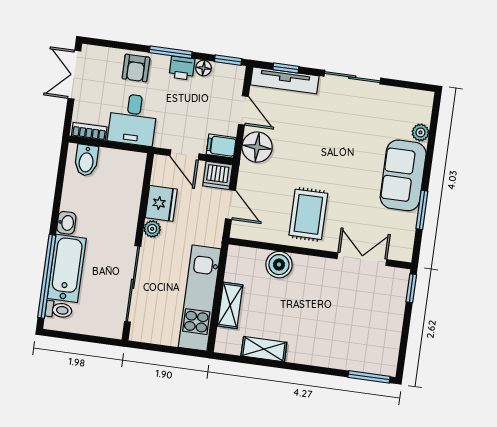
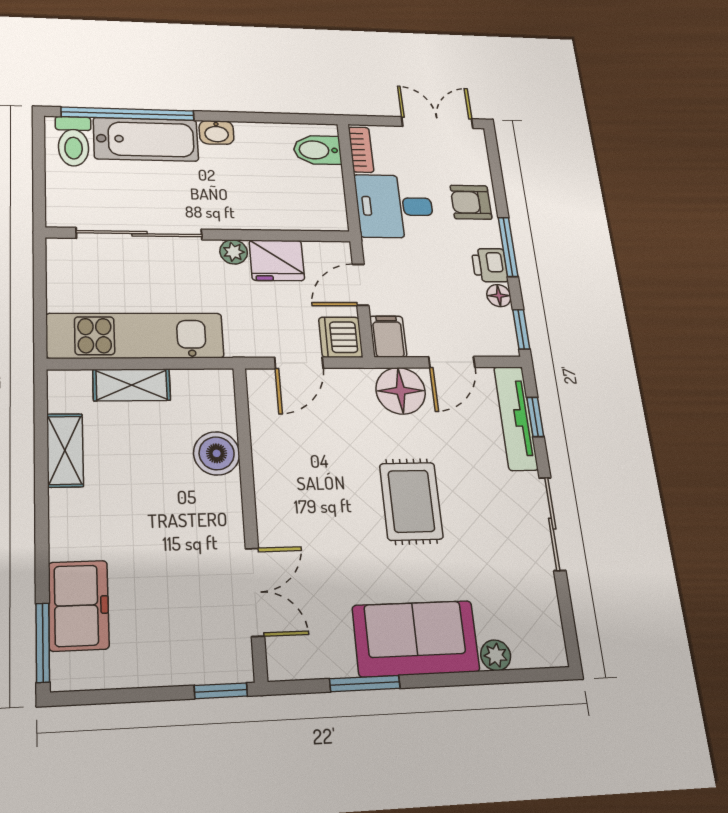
rug: (308, 214) -> (411, 501), moved, turned 90
toilet: (59, 310) -> (73, 141), width x1.37, depth x1.39
freezer: (353, 355) -> (79, 605), added

